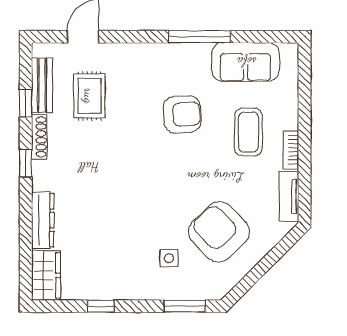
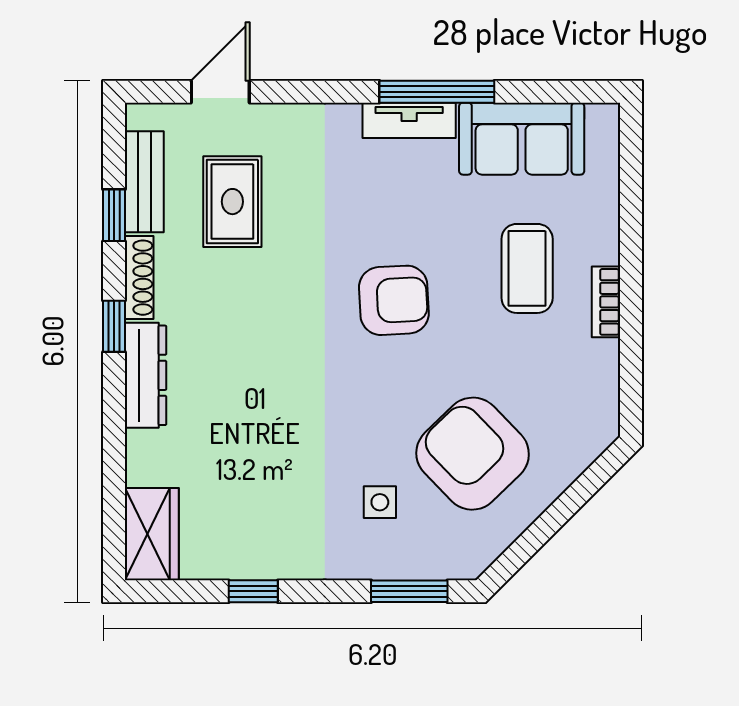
armchair: (182, 114) -> (394, 300), moved
tv unit: (289, 196) -> (409, 120), moved, turned -90
dresser: (43, 220) -> (146, 375), moved

